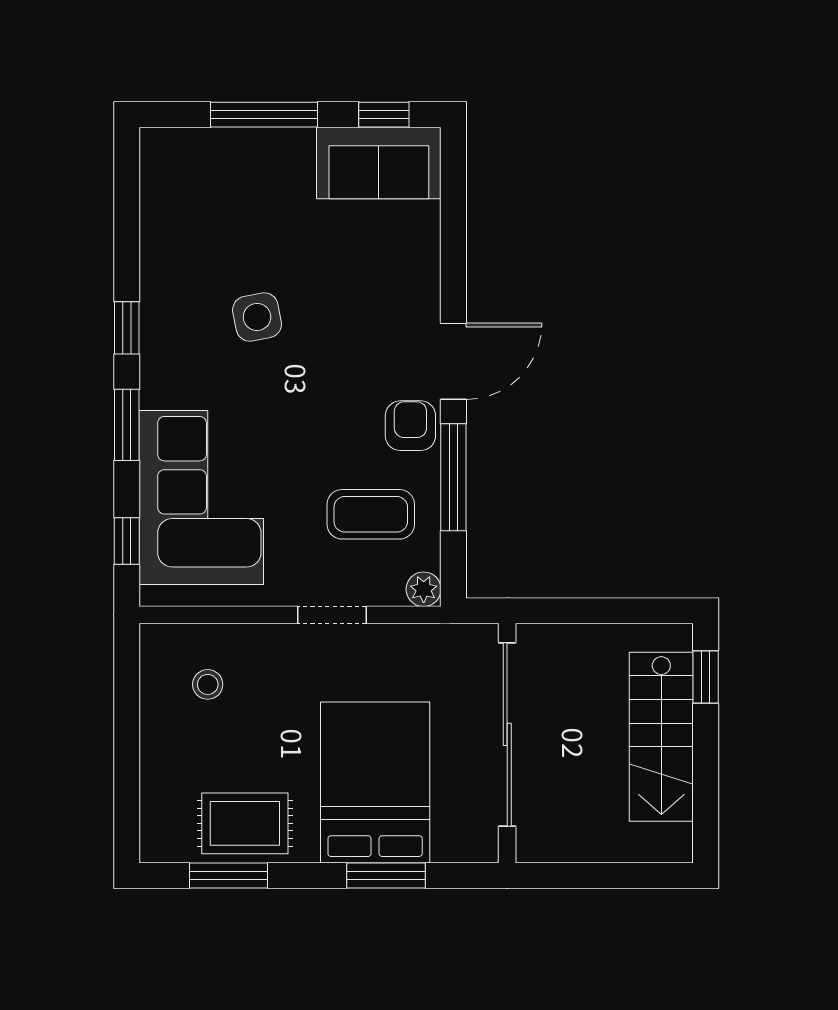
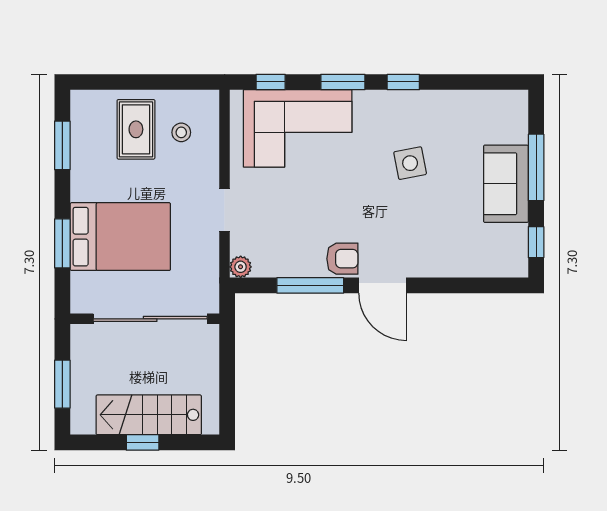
sofa: (379, 163) -> (506, 184), moved
coffee table: (371, 514) -> (287, 234), removed
window: (706, 677) -> (143, 442), moved
rug: (245, 823) -> (136, 129), moved
window: (612, 875) -> (62, 384), added

